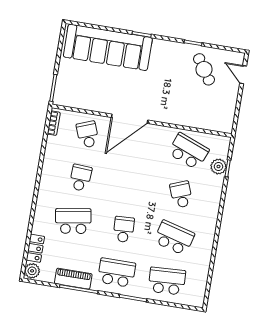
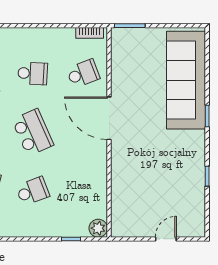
cafe table: (204, 69) -> (179, 193), removed
door: (243, 75) -> (166, 239), moved
school desk: (188, 151) -> (33, 132), moved, turned -45
plant: (218, 167) -> (98, 228), moved

